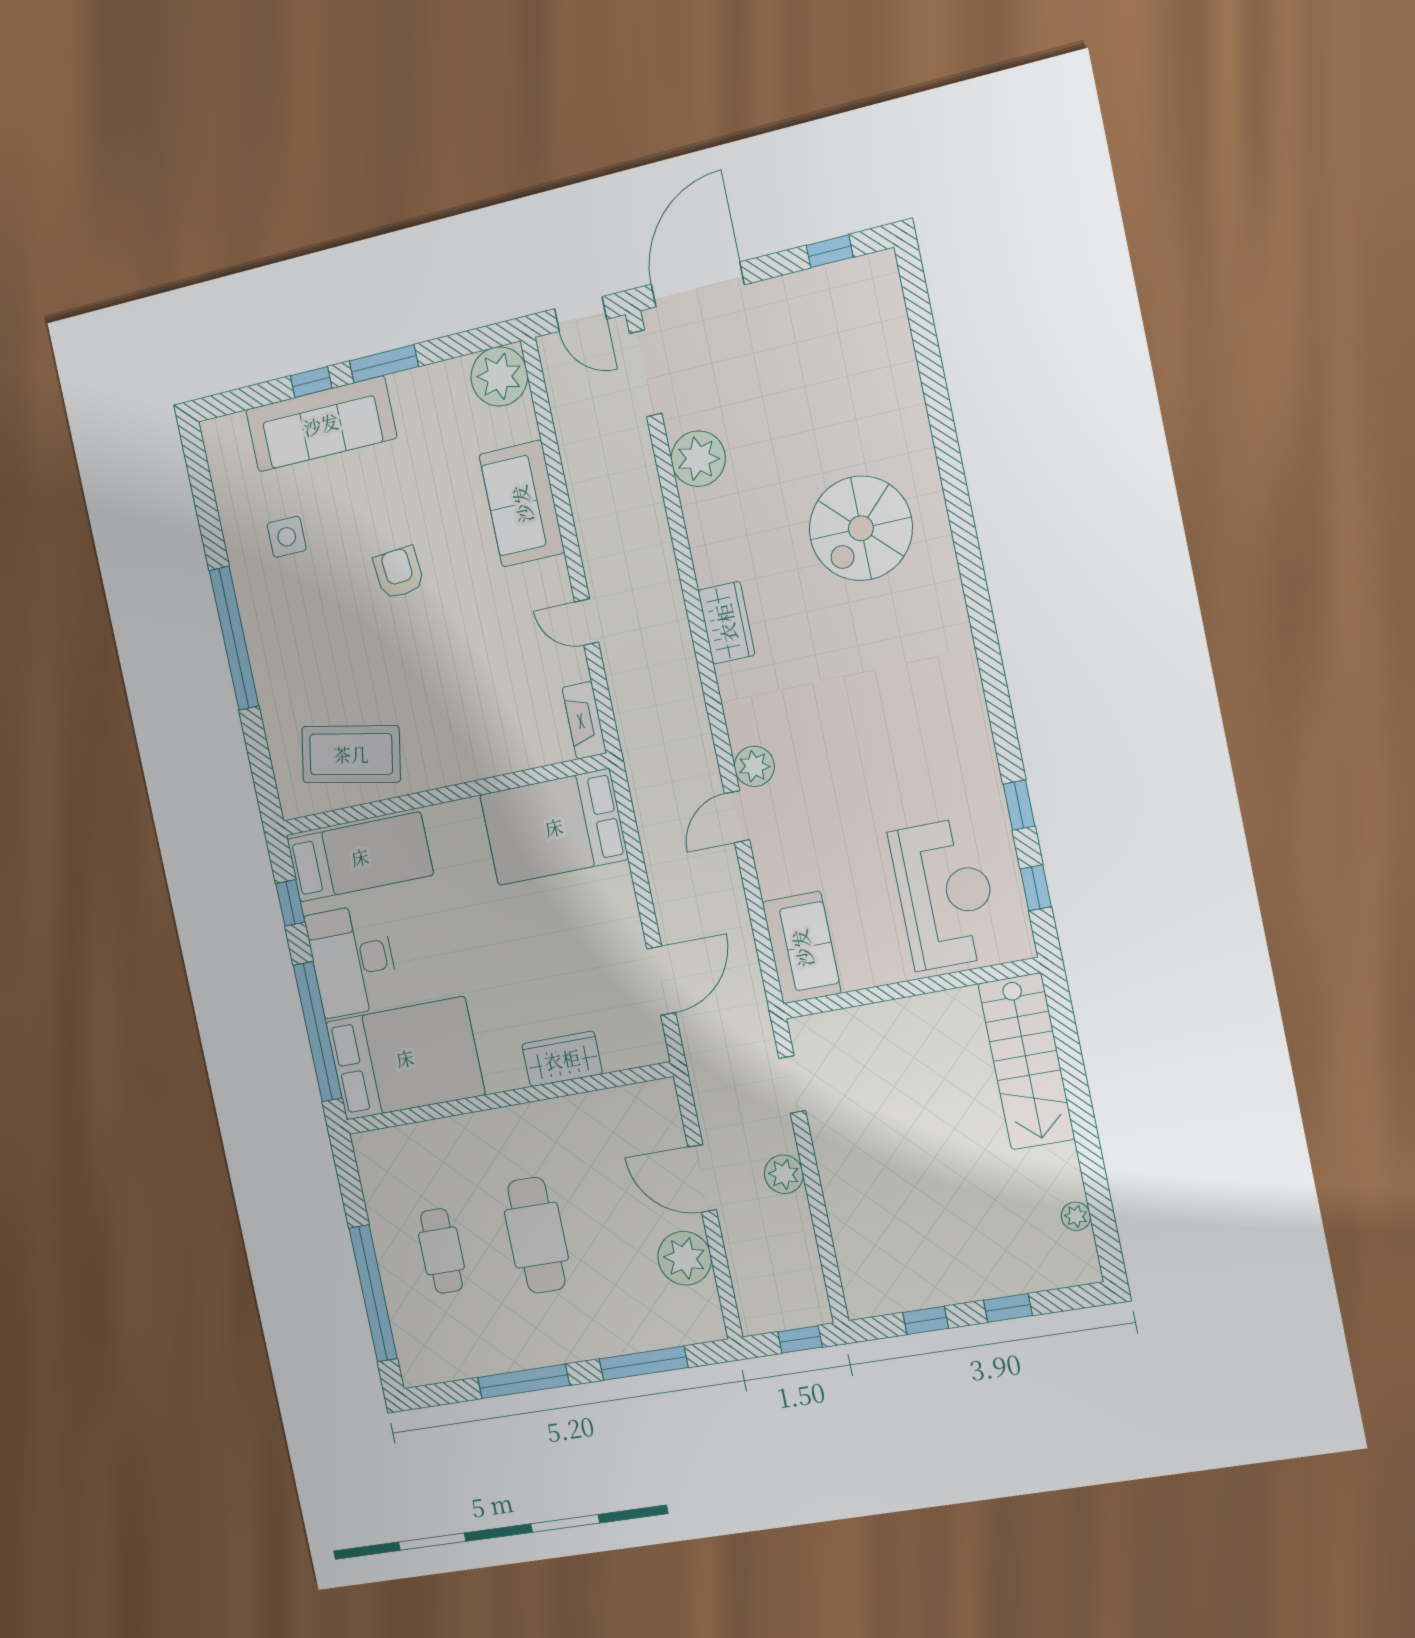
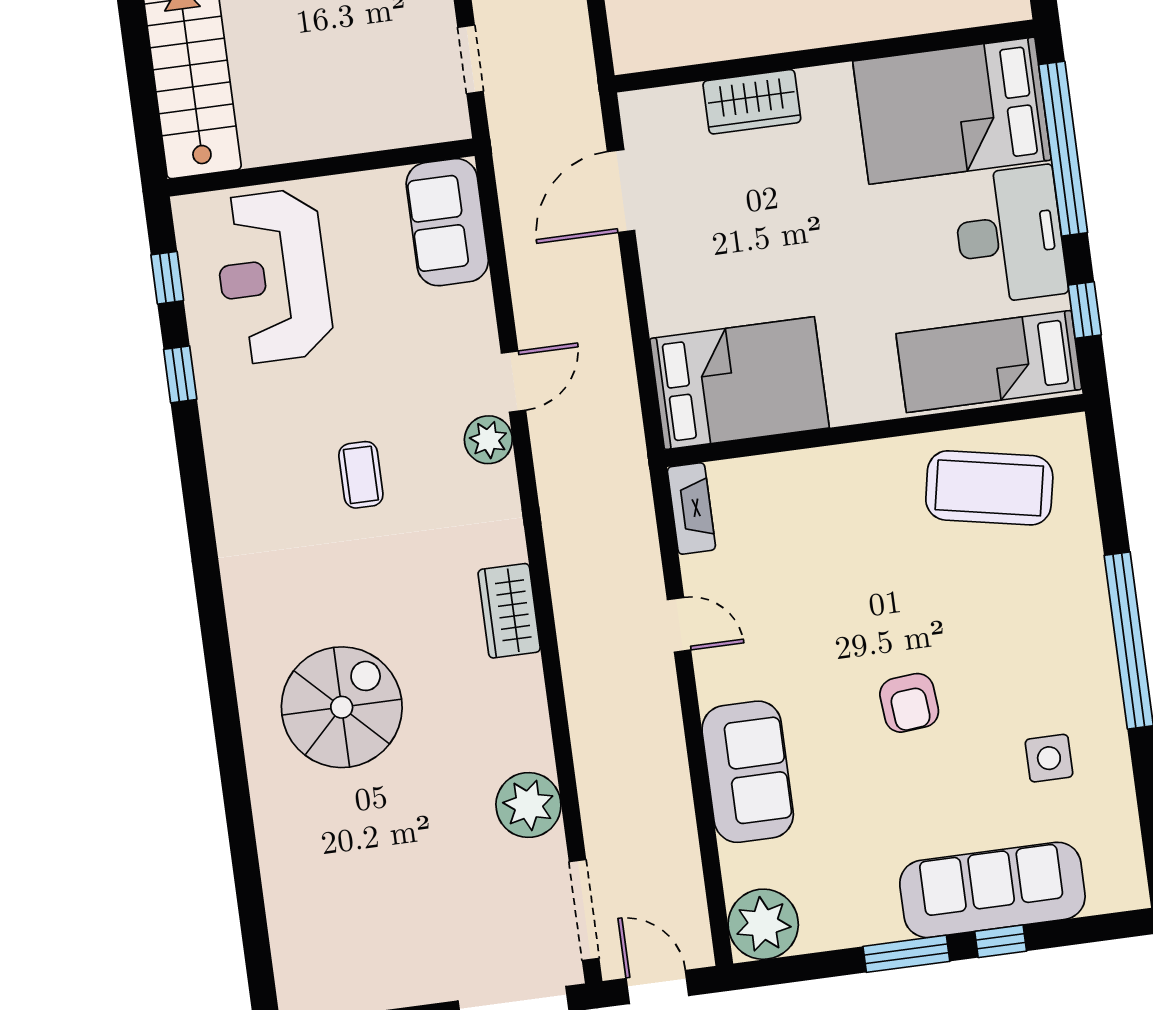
coffee table: (859, 729) -> (361, 475), added

